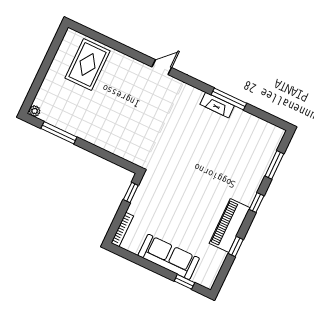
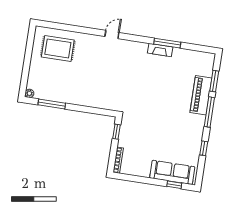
rug: (88, 65) -> (58, 48), turned 90
window: (257, 203) -> (209, 112), width x2.17
piano: (230, 225) -> (201, 95), moved
sofa: (169, 257) -> (172, 172), moved

